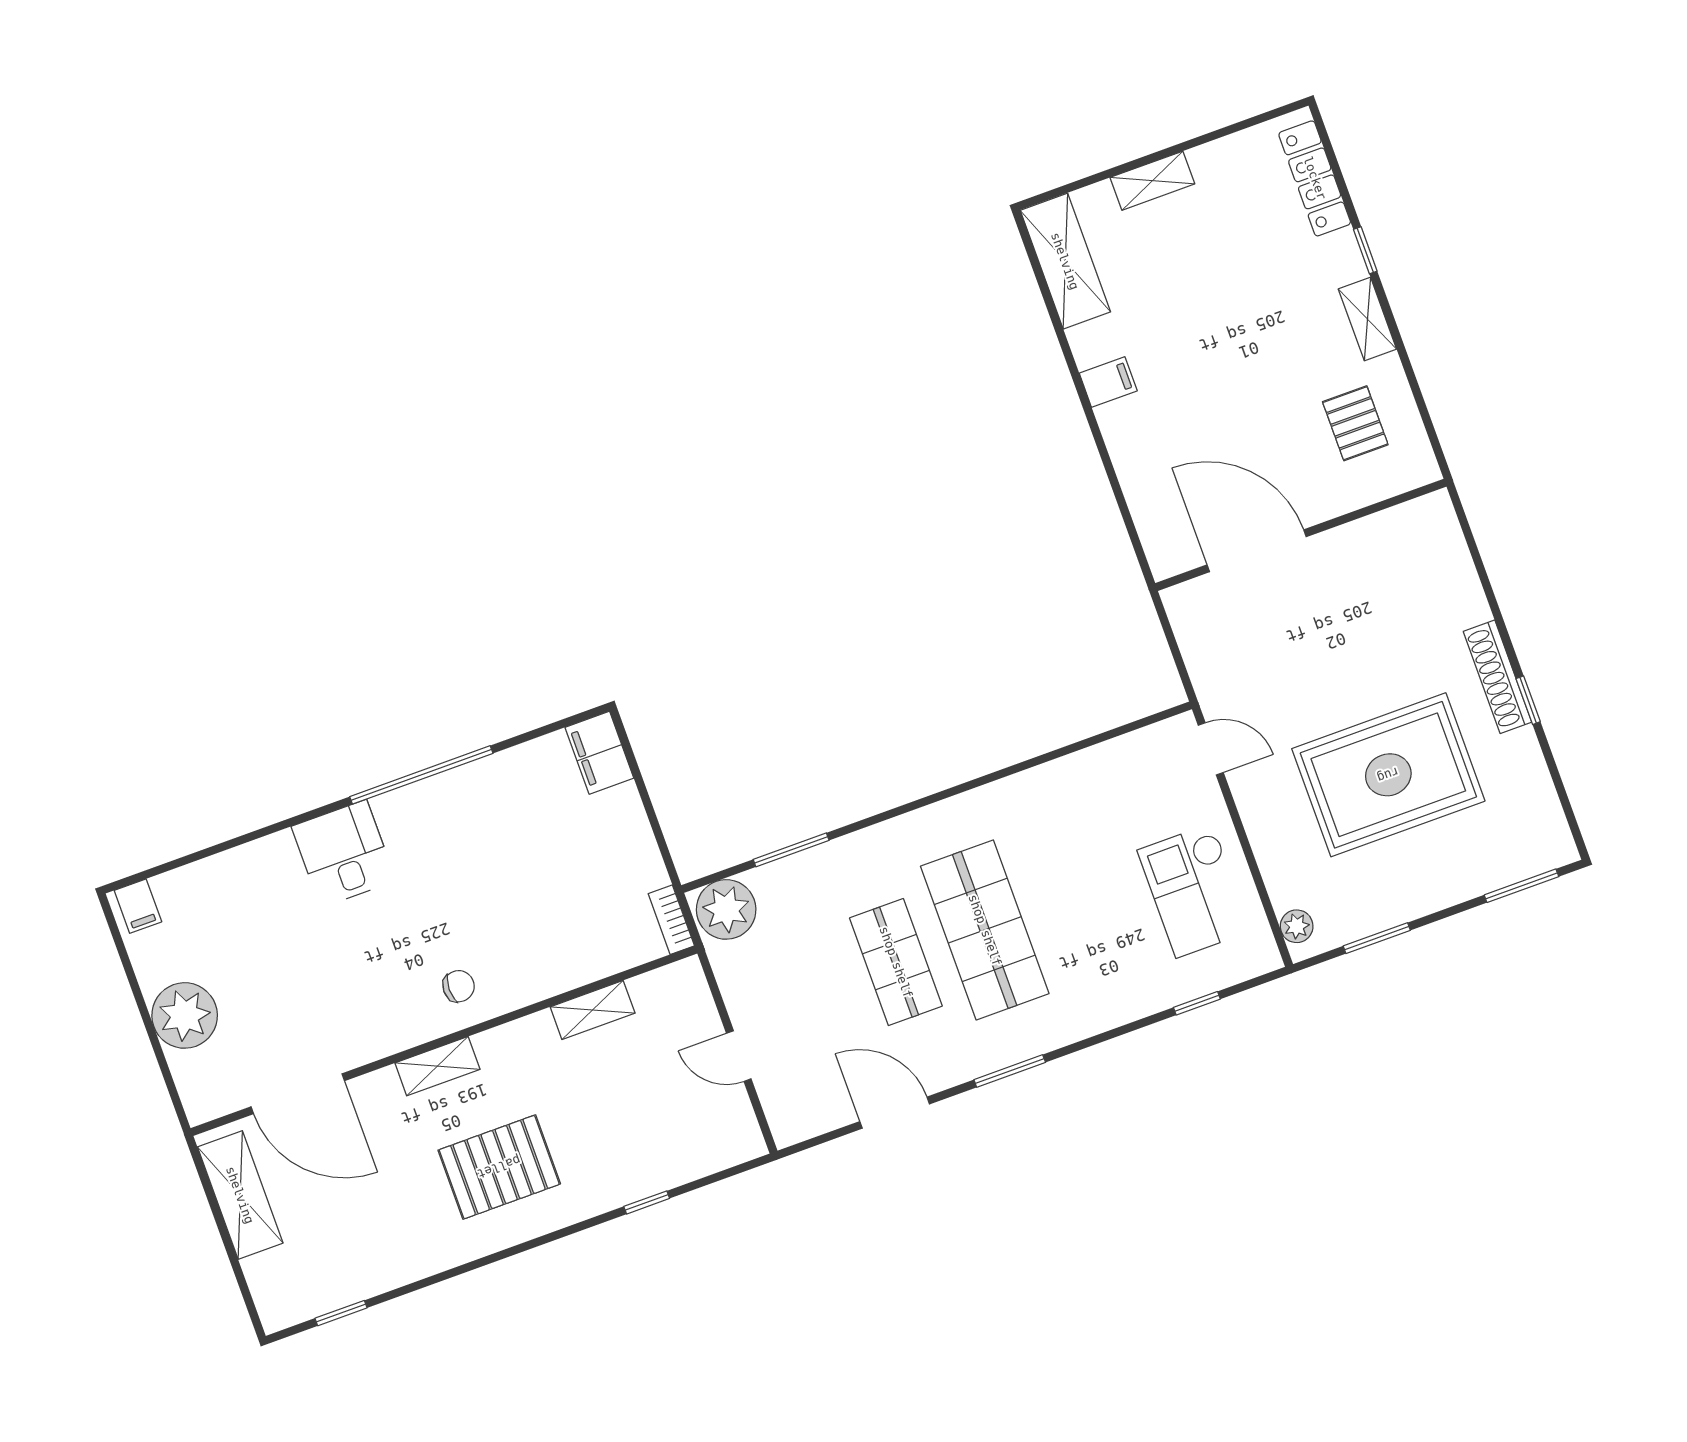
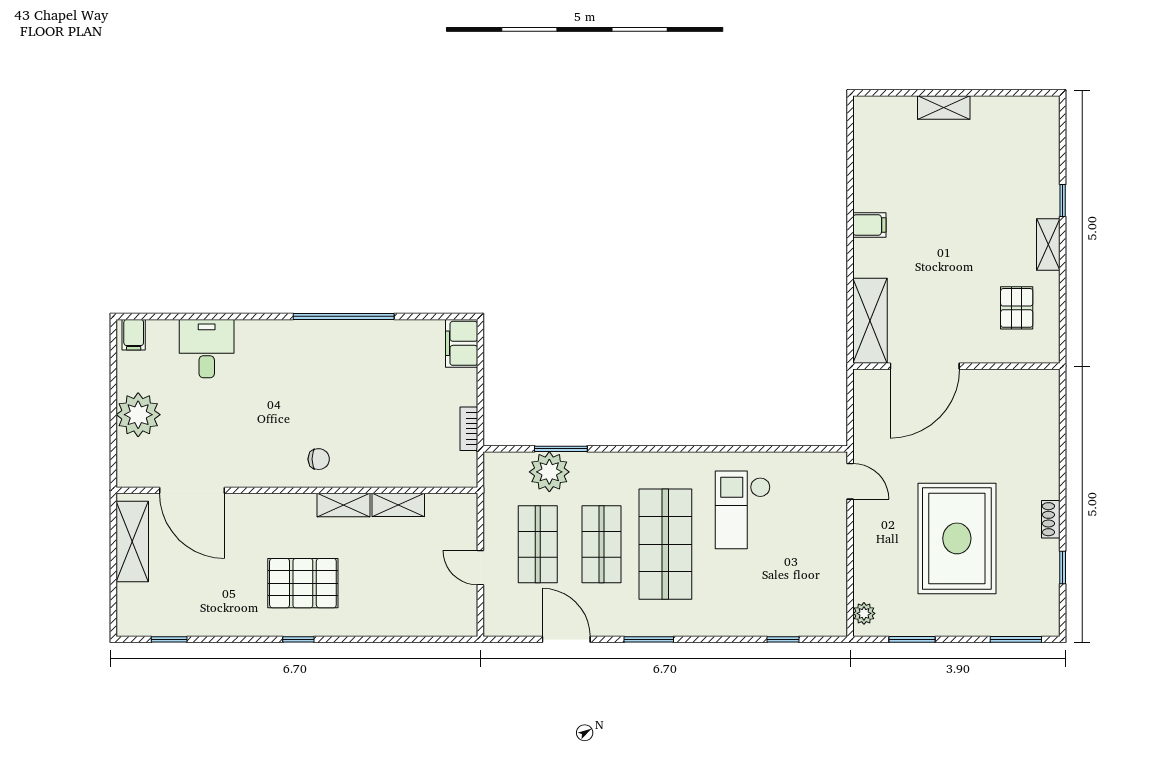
locker: (1315, 178) -> (1047, 143), removed
shelving: (1065, 261) -> (870, 321), moved
door: (1257, 551) -> (925, 366), swing flipped
shoe rack: (1497, 677) -> (1051, 519), width x0.51, depth x0.81
window: (1528, 700) -> (1063, 568), moved
rug: (1388, 775) -> (957, 538), turned 90
desk: (344, 854) -> (207, 349), moved
checkout: (1194, 891) -> (743, 510), moved
plant: (726, 909) -> (549, 472), moved
bookcase: (671, 920) -> (469, 429), moved
shop shelf: (807, 994) -> (538, 544), added
shelving: (437, 1066) -> (344, 505), moved
window: (647, 1202) -> (298, 639), moved

